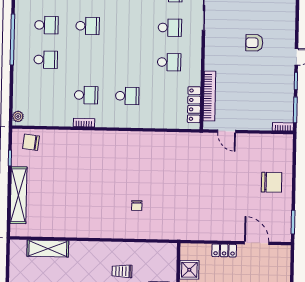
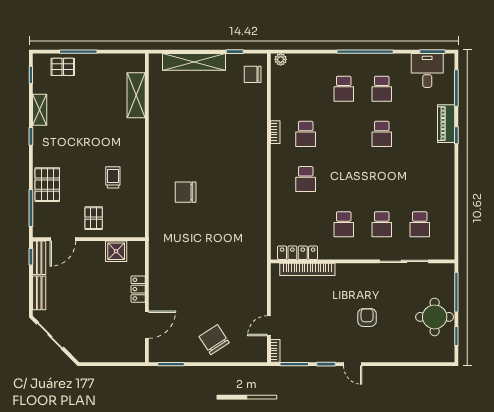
door: (227, 131) -> (269, 326), moved
chair: (31, 142) -> (253, 74), turned -97
chair: (272, 182) -> (214, 340), turned 147
chair: (137, 205) -> (186, 192), width x1.87, depth x1.87

